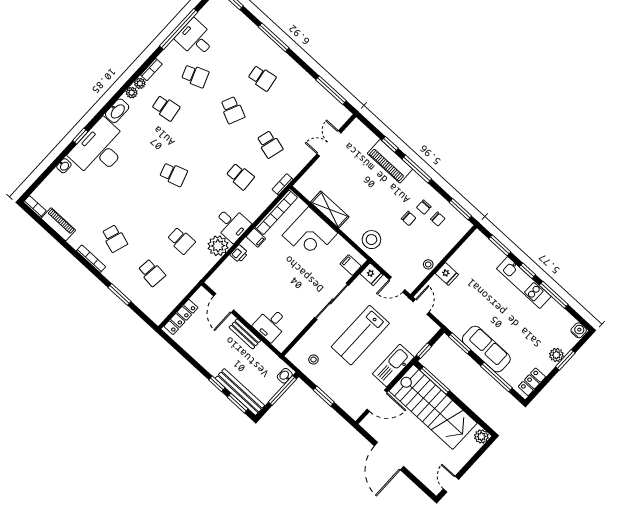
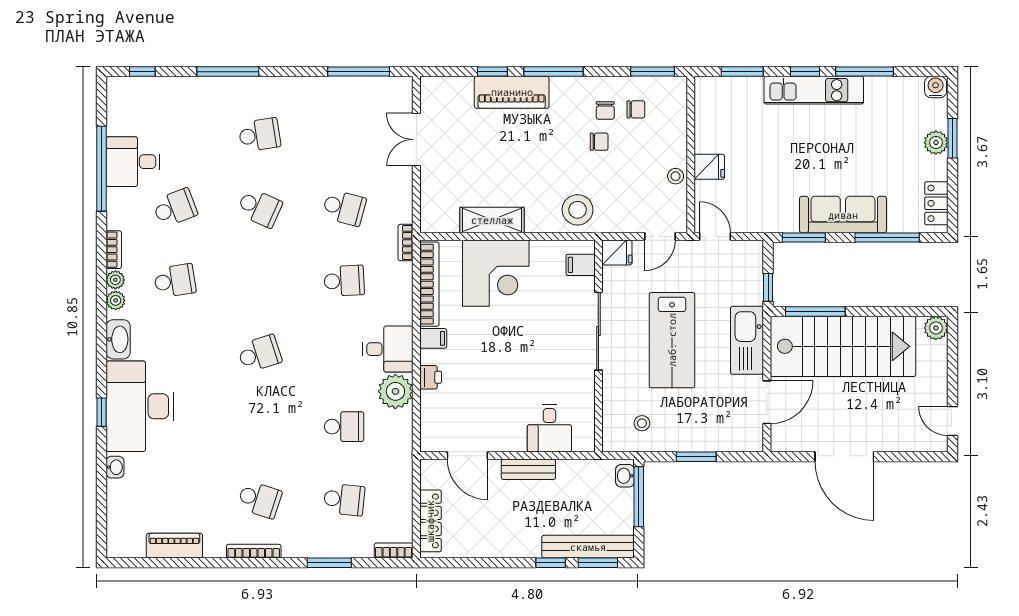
bookcase: (35, 207) -> (394, 550), moved

